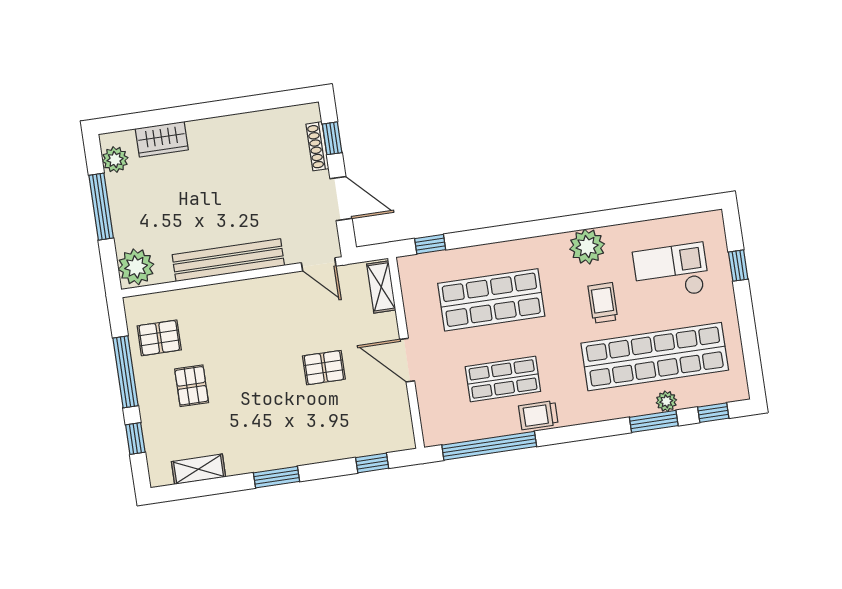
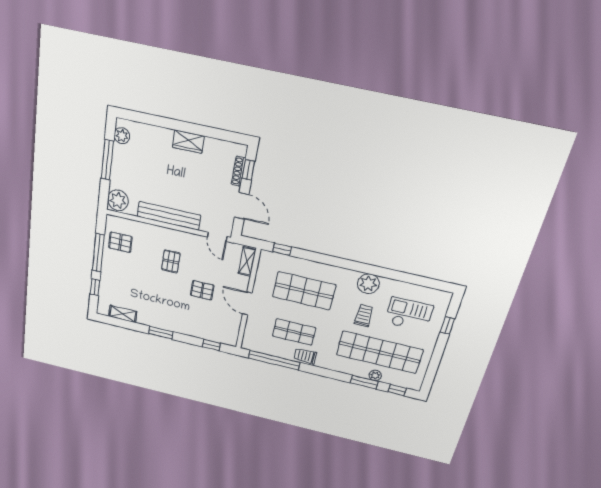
wardrobe: (162, 139) -> (188, 142), moved
pallet: (192, 386) -> (171, 261), moved

